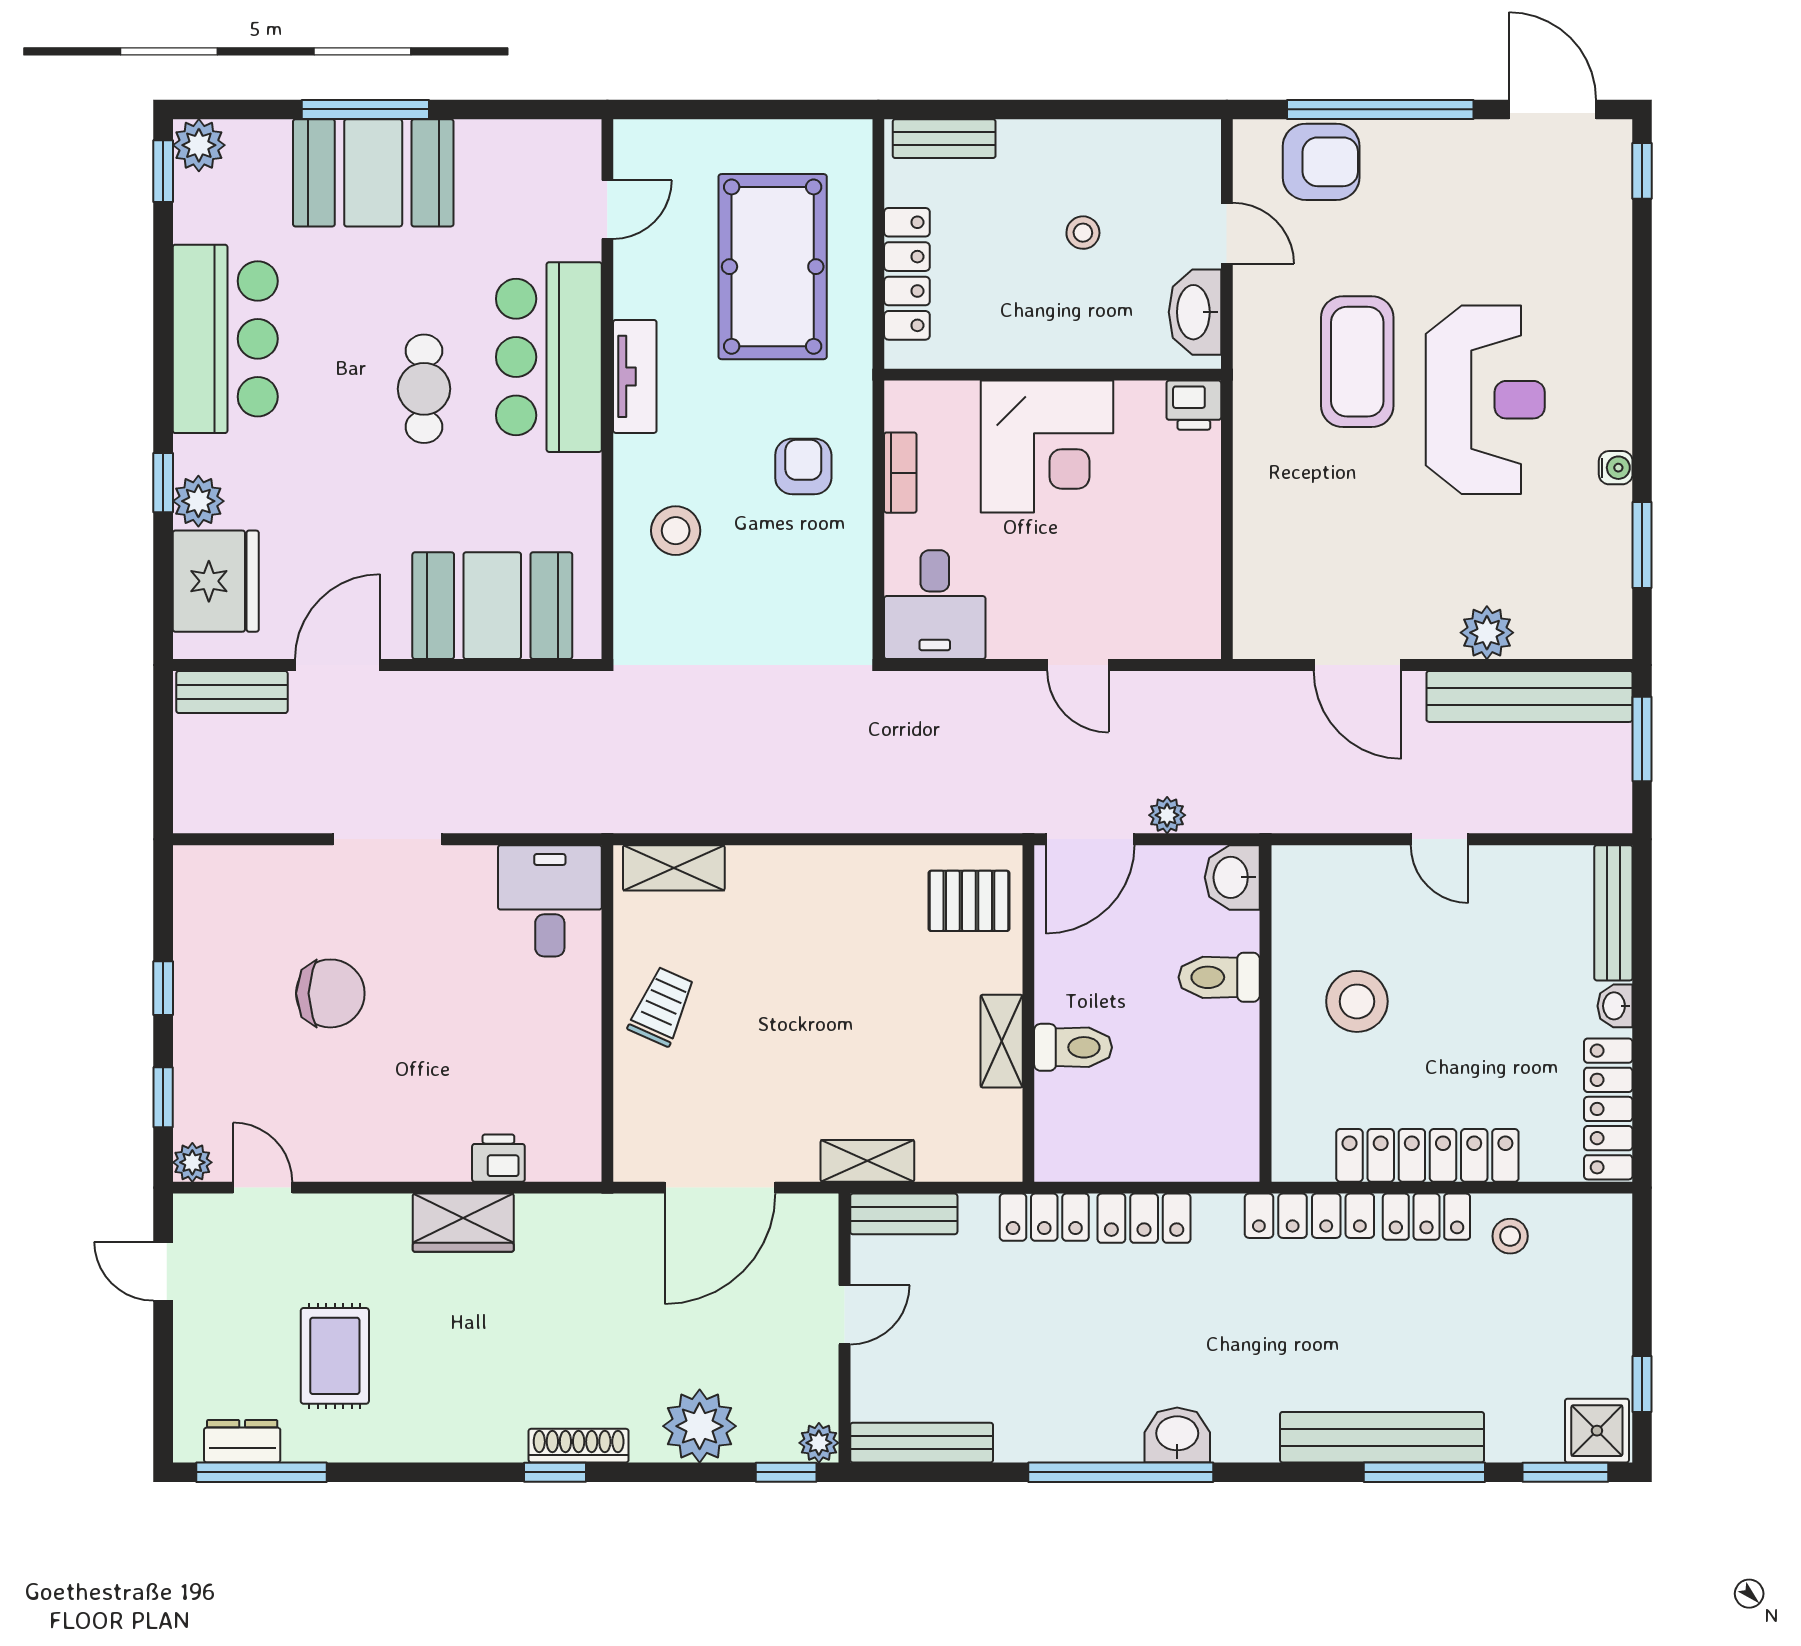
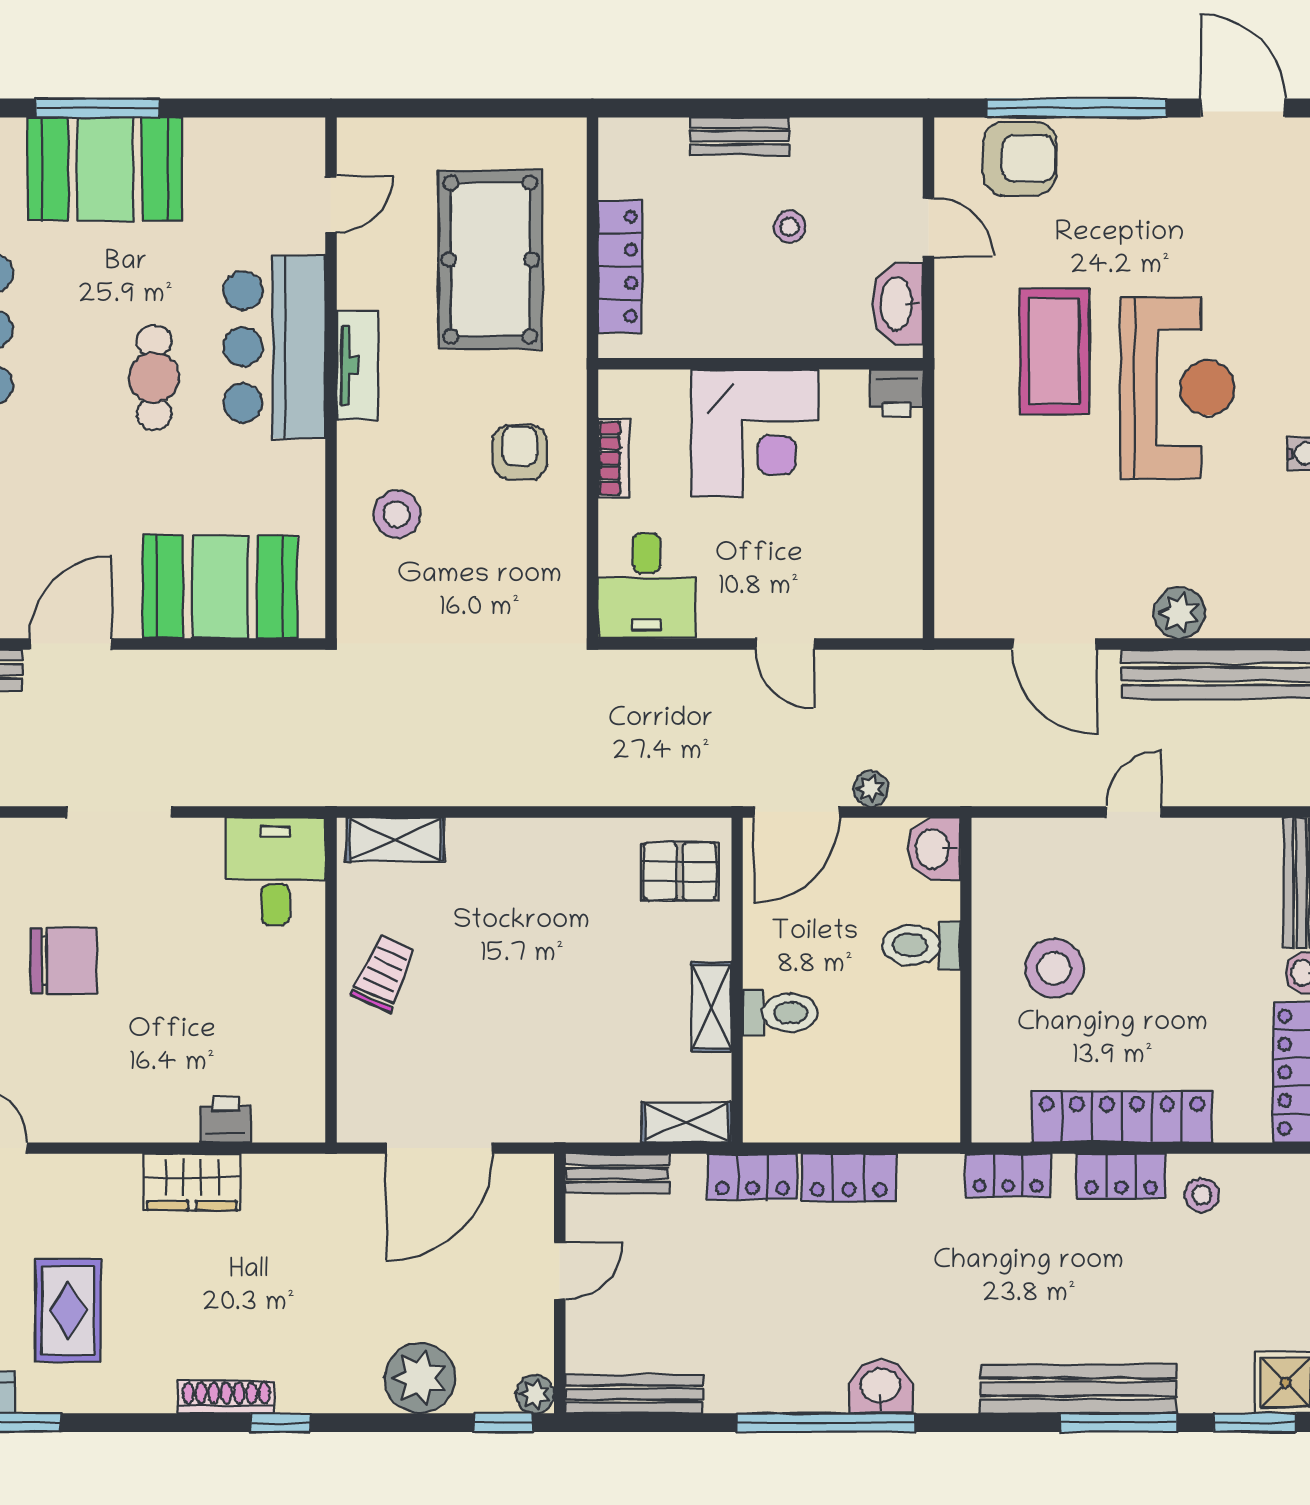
bench: (944, 139) -> (740, 136), moved
door: (1440, 839) -> (1134, 812), swing flipped
shelving: (867, 1161) -> (686, 1122), moved
locker: (1309, 1216) -> (1008, 1175), width x0.66
shoe rack: (579, 1446) -> (226, 1397), moved

